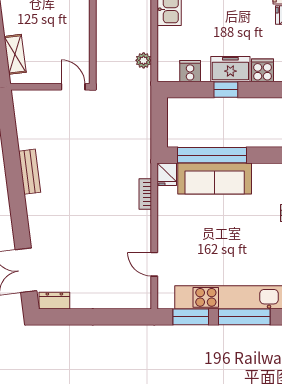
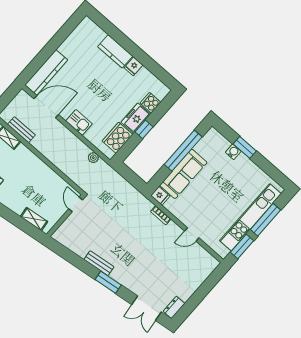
cooker: (190, 71) -> (117, 138), width x1.87, depth x1.31
door: (73, 87) -> (76, 204), hinge flipped
window: (212, 155) -> (183, 151), moved
window: (17, 201) -> (108, 282), added
door: (154, 264) -> (192, 234), moved

